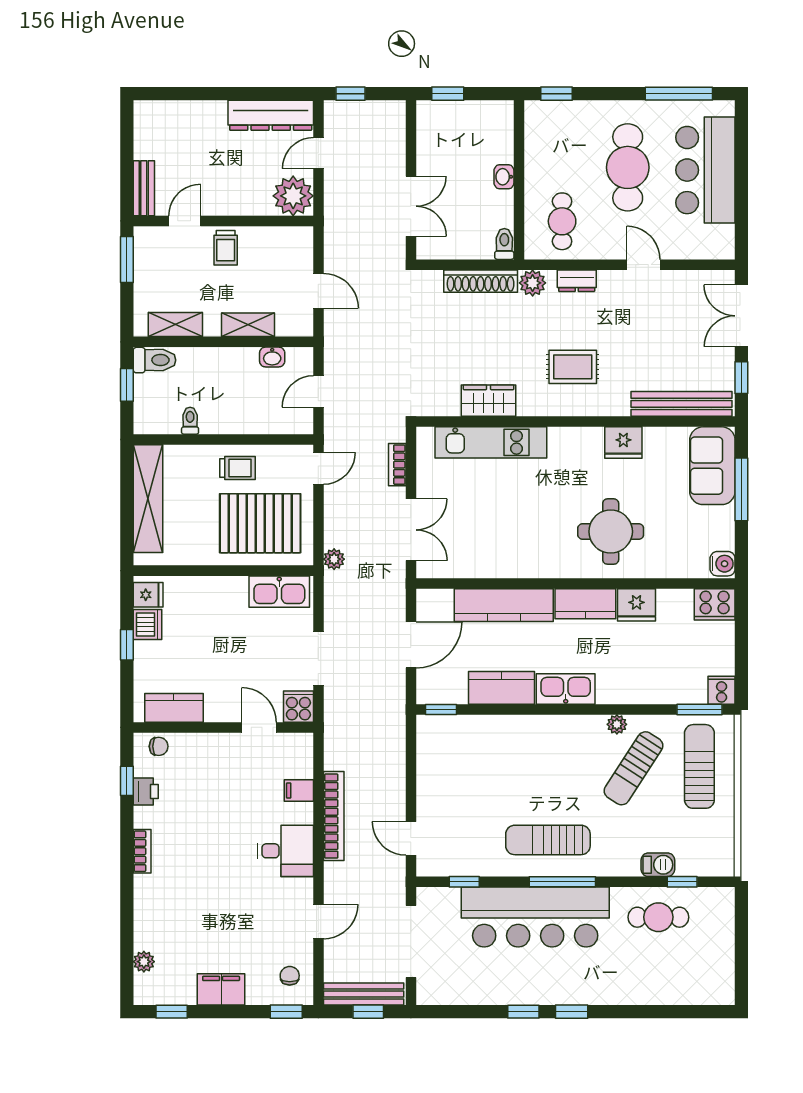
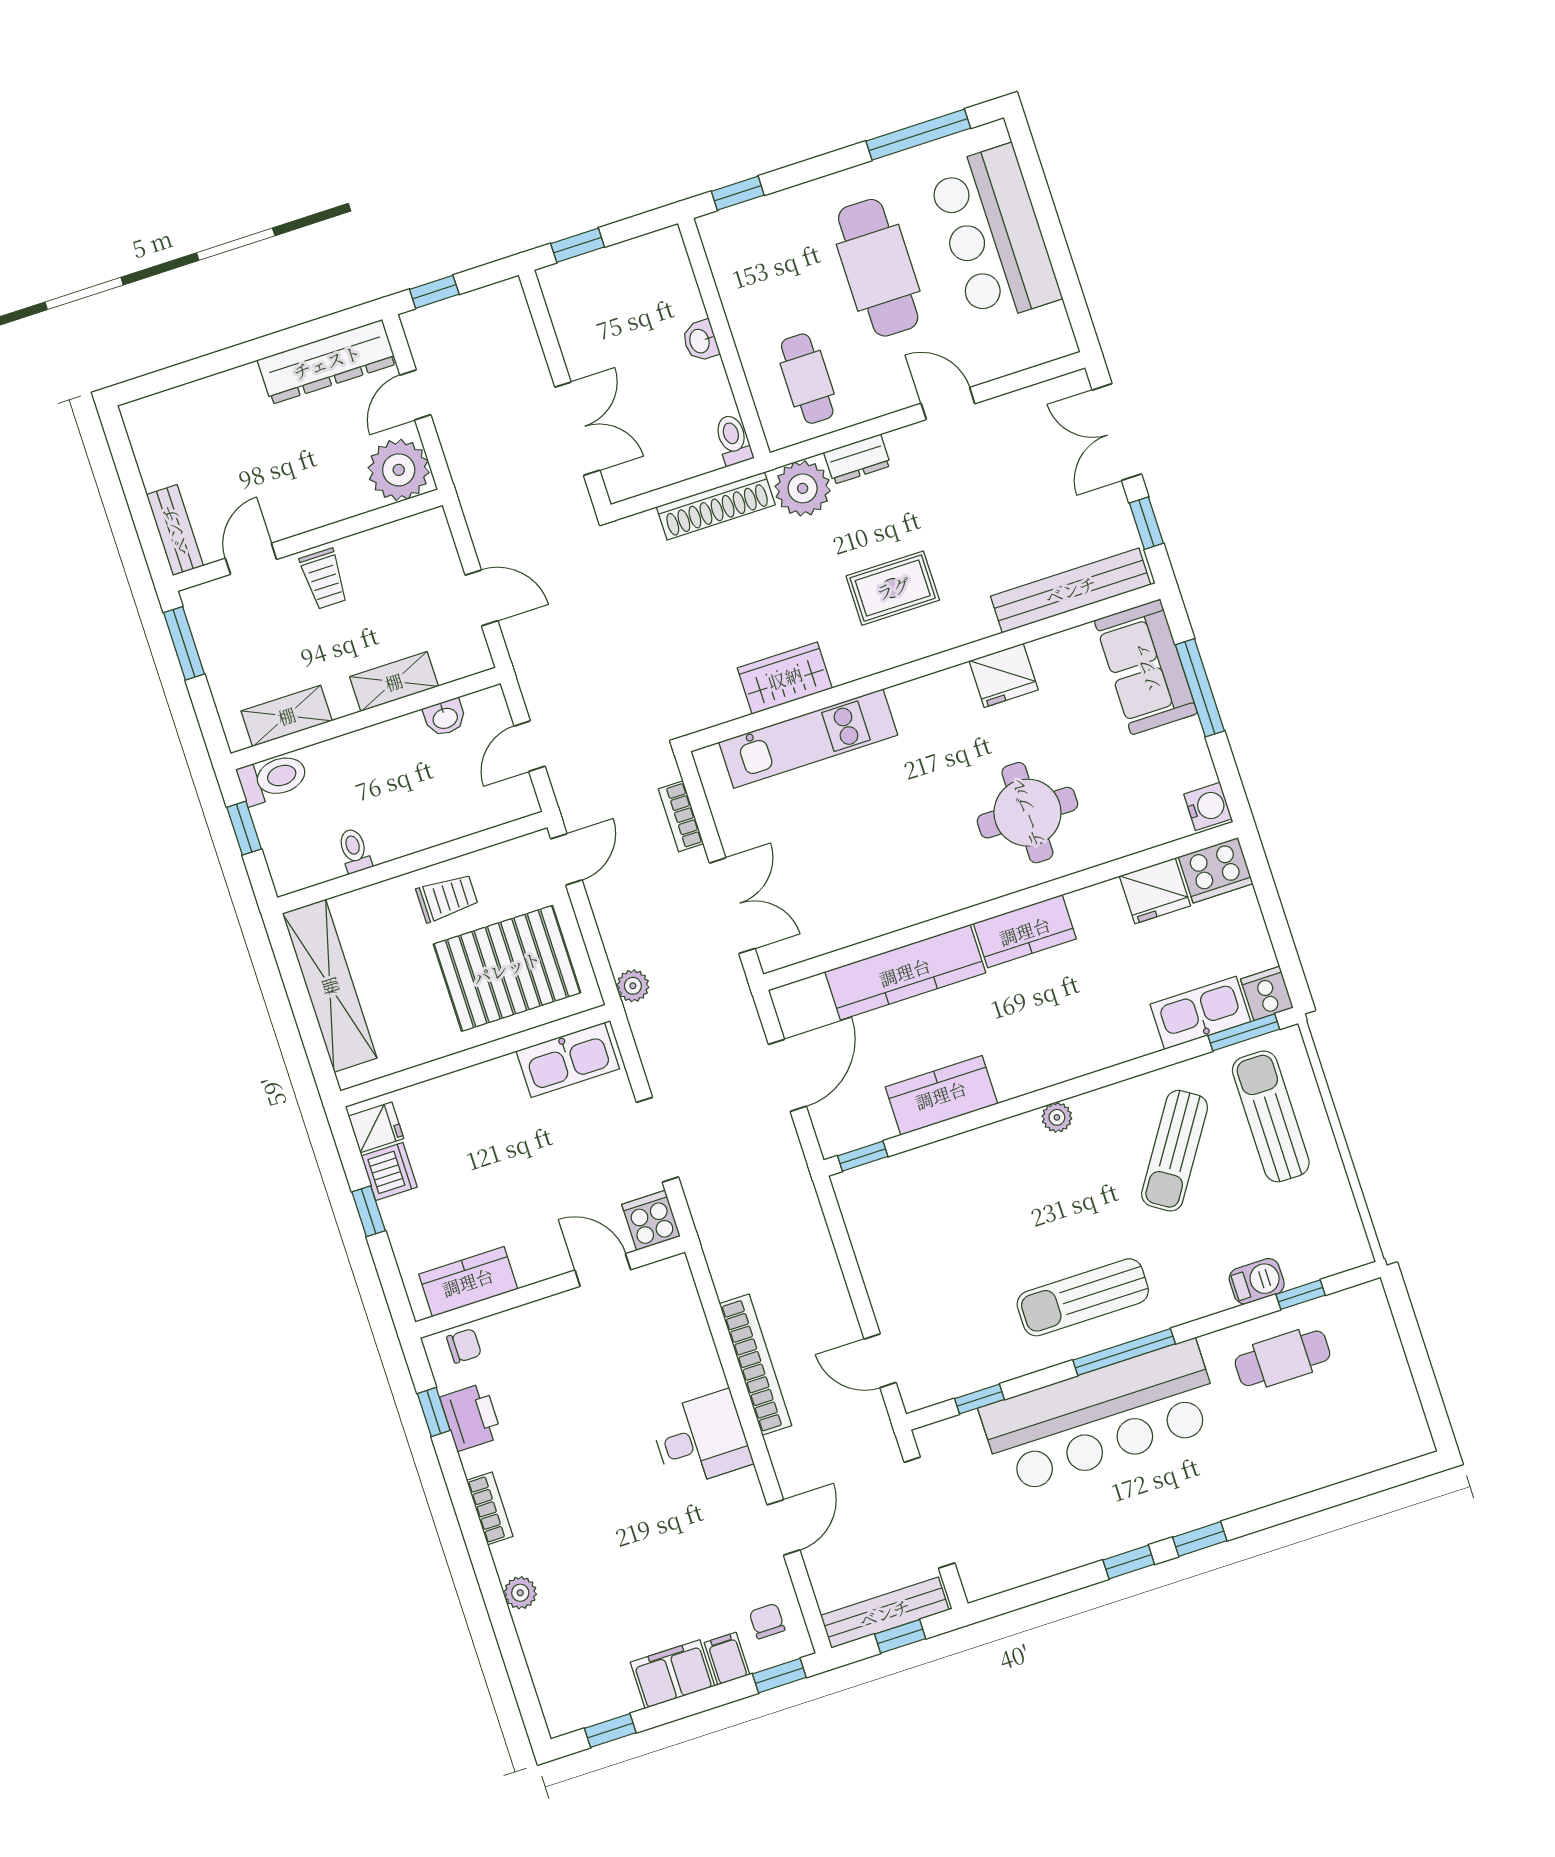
plant: (533, 283) -> (803, 488), width x1.36, depth x1.36
fridge: (637, 605) -> (1155, 891), moved
kitchen sink: (566, 689) -> (1200, 1013), moved
plant: (617, 724) -> (1057, 1117), moved
filing cabinet: (299, 790) -> (727, 1659), moved, turned 90
printer: (146, 791) -> (471, 1417), width x1.36, depth x1.24
plant: (144, 962) -> (520, 1593), moved

